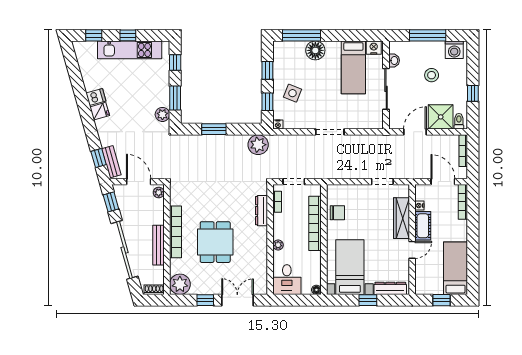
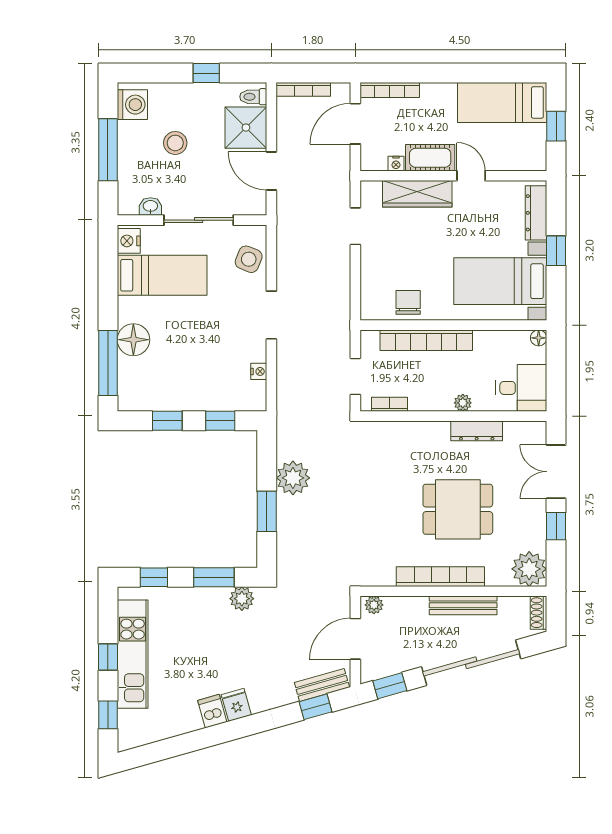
side table: (292, 93) -> (249, 259), moved
nightstand: (278, 125) -> (259, 371), moved
plant: (258, 145) -> (293, 478), moved
dresser: (262, 211) -> (477, 431), moved

